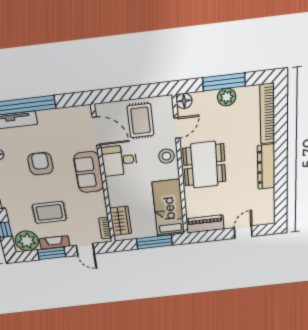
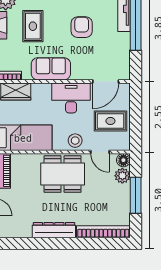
plant: (227, 97) -> (122, 176), moved
desk: (119, 160) -> (71, 98), width x1.37
armchair: (40, 164) -> (82, 27), turned -90
sofa: (89, 172) -> (51, 69), moved

